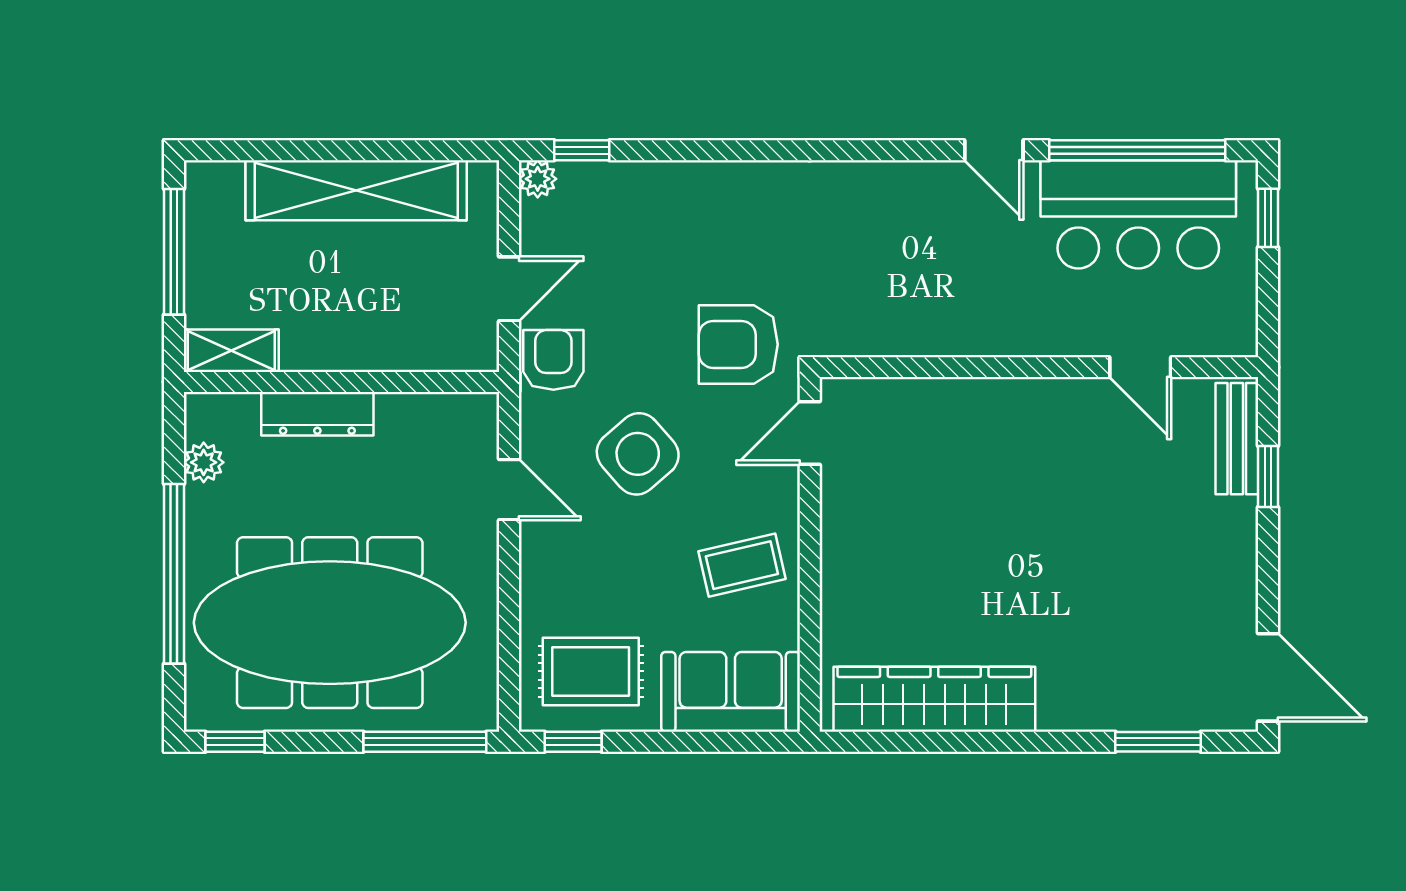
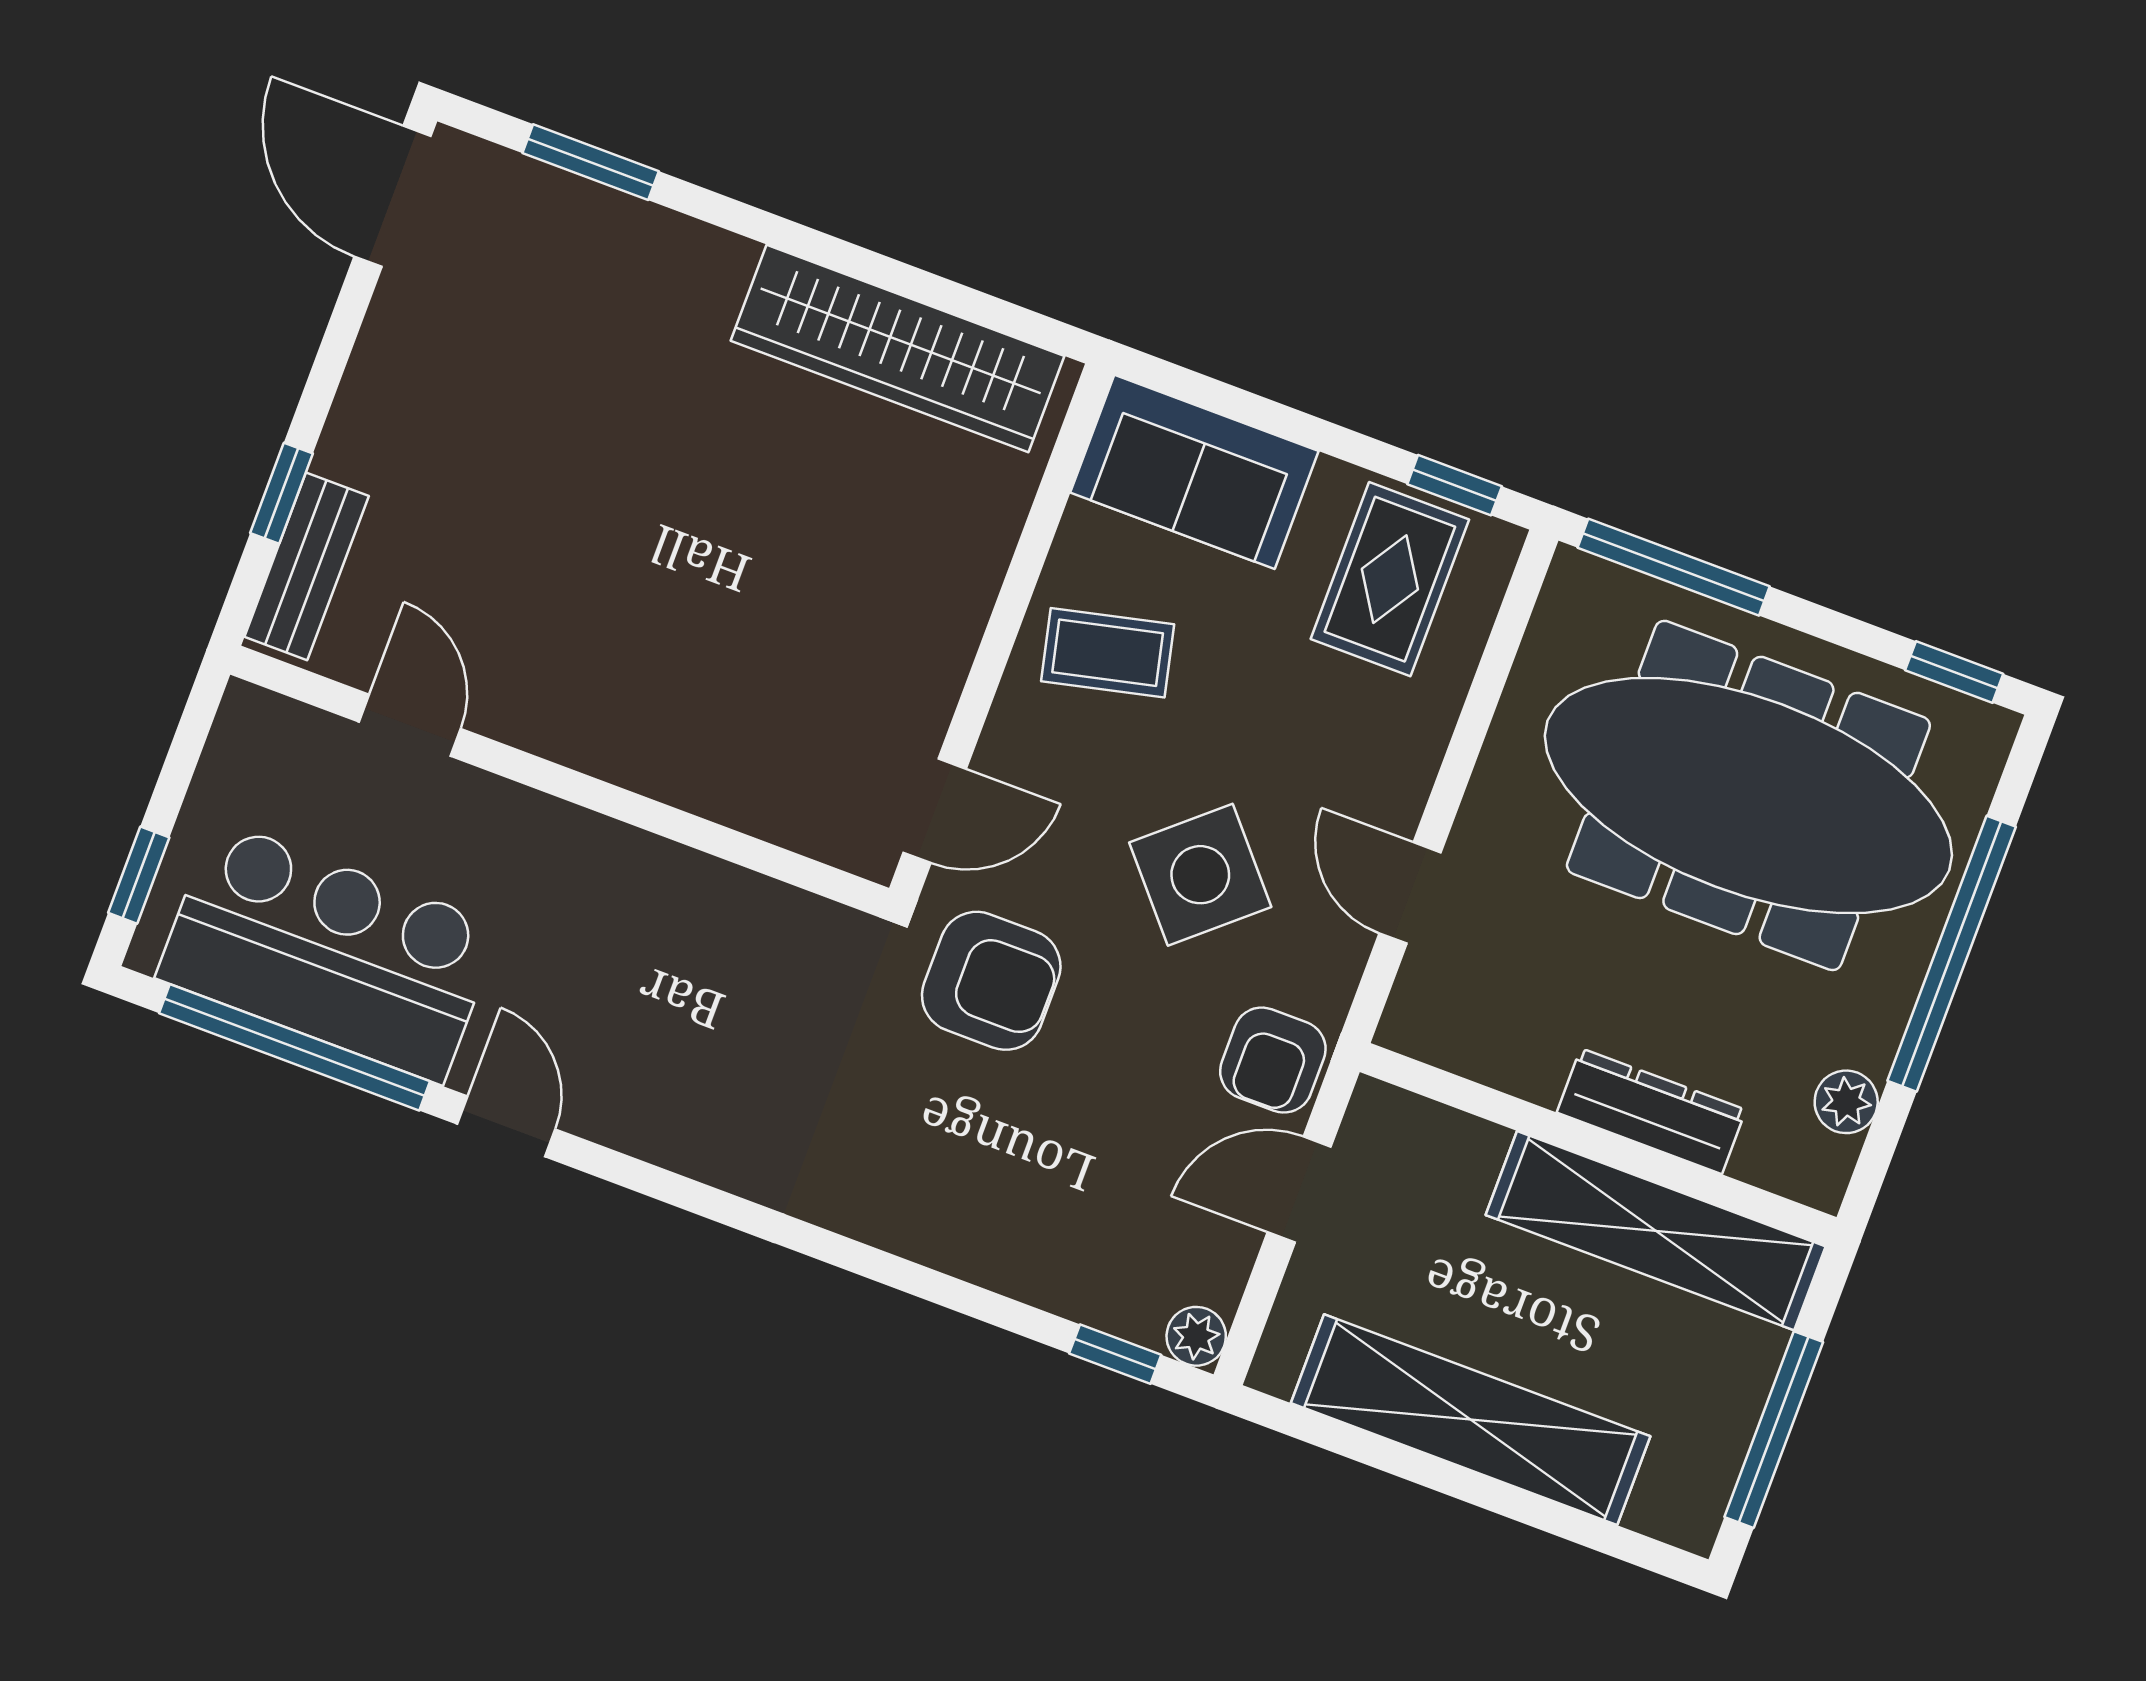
shelving: (231, 351) -> (1656, 1231), width x2.20, depth x1.33
rug: (591, 671) -> (1390, 579), turned 90

